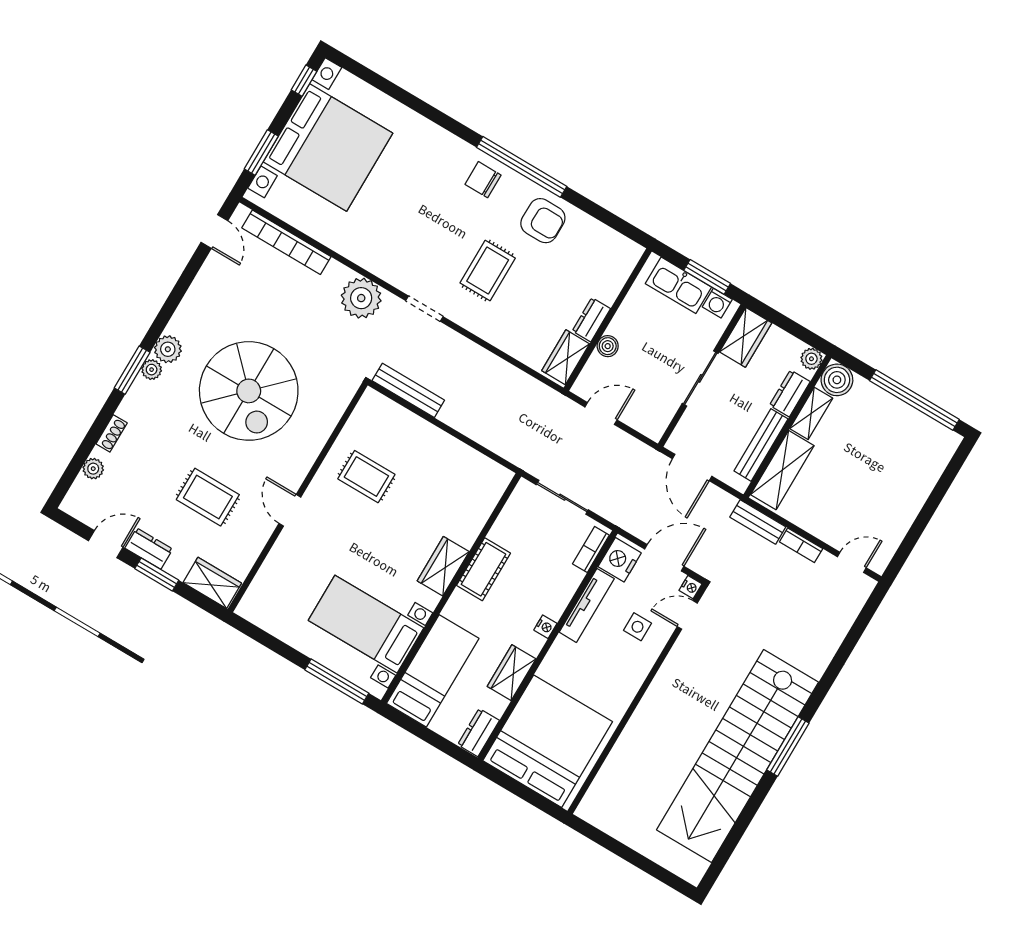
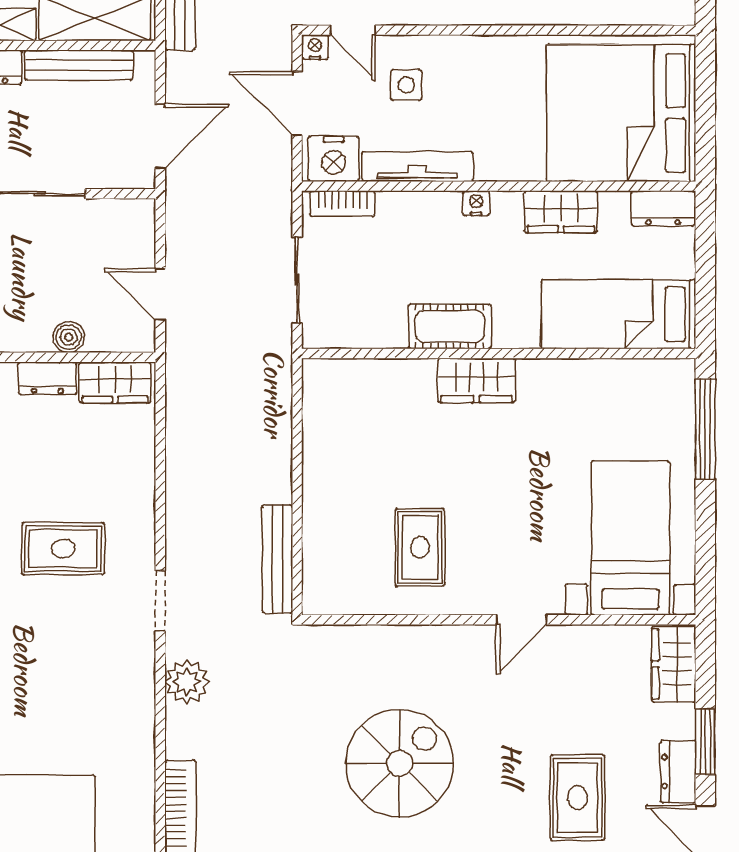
plant: (361, 298) -> (187, 682), width x0.73, depth x0.73
spiral stairs: (249, 391) -> (400, 763), width x0.73, depth x0.73
rug: (208, 497) -> (577, 798), moved
bed with nightstands: (366, 624) -> (630, 538), moved, turned 180

